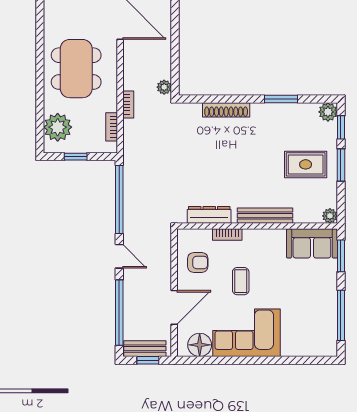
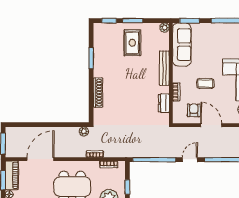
plant: (328, 112) -> (99, 29), removed
dresser: (209, 215) -> (164, 103), width x0.70
sofa: (312, 243) -> (182, 45), width x1.36
door: (174, 307) -> (211, 125), moved

